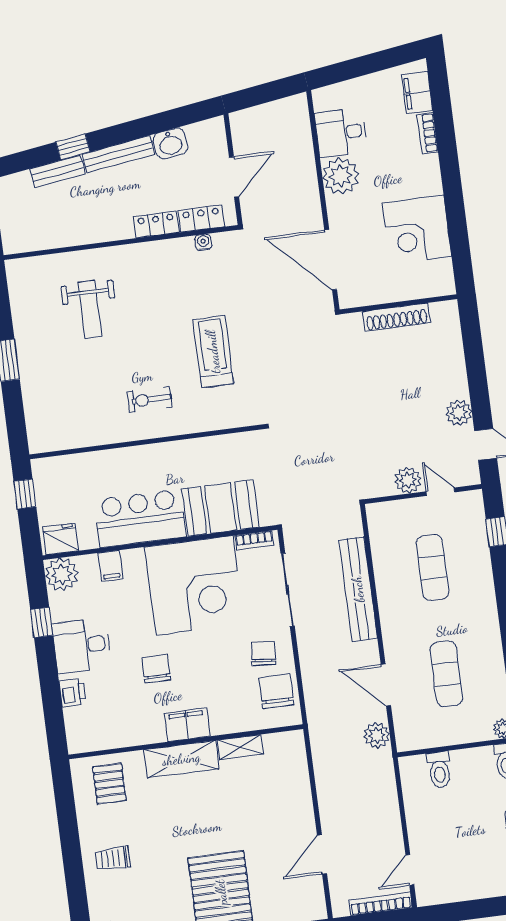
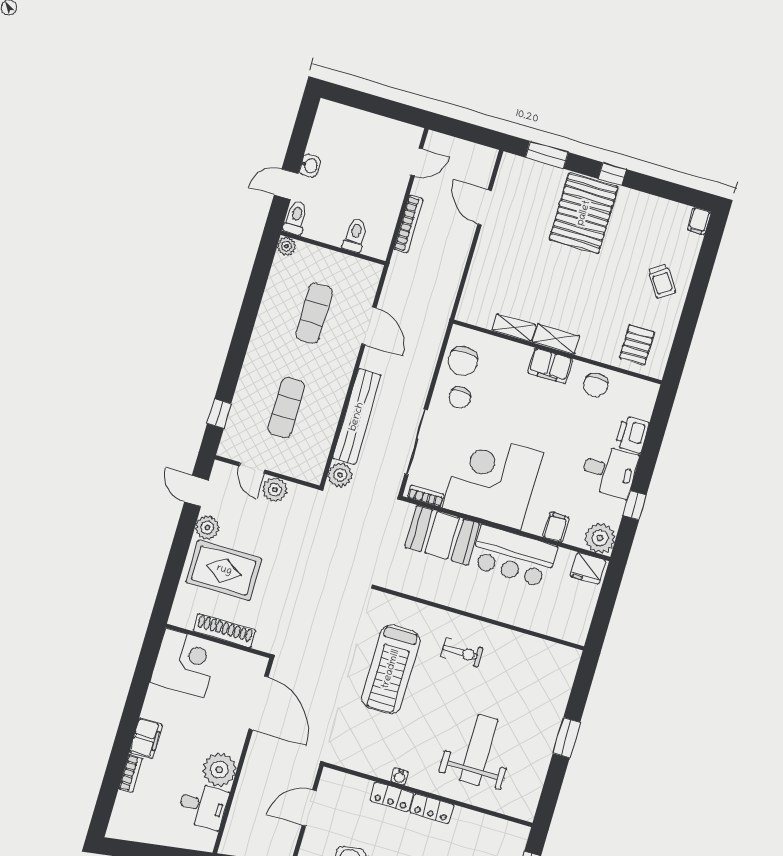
filing cabinet: (417, 93) -> (146, 738), moved
locker: (201, 218) -> (432, 809), moved
corner desk: (417, 230) -> (185, 663), moved
water cooler: (203, 242) -> (400, 776), moved
weight bench: (90, 309) -> (479, 750), width x1.36, depth x1.33
treadmill: (213, 352) -> (391, 669), width x1.37, depth x1.37
rug: (424, 377) -> (224, 570), added
window: (25, 494) -> (601, 619), removed
chair: (156, 669) -> (596, 385), moved
printer: (72, 692) -> (632, 434), width x1.36, depth x1.24
plant: (377, 735) -> (340, 475), moved
shelving: (181, 759) -> (556, 339), width x0.67, depth x0.75
door: (322, 854) -> (485, 207), swing flipped
trolley: (113, 858) -> (662, 281), turned 56
bookcase: (381, 904) -> (408, 224), moved, turned -90

